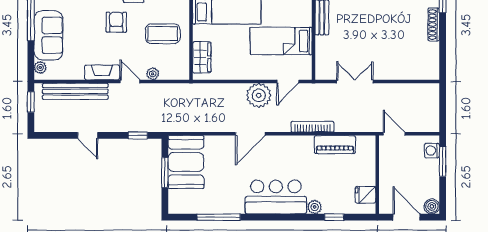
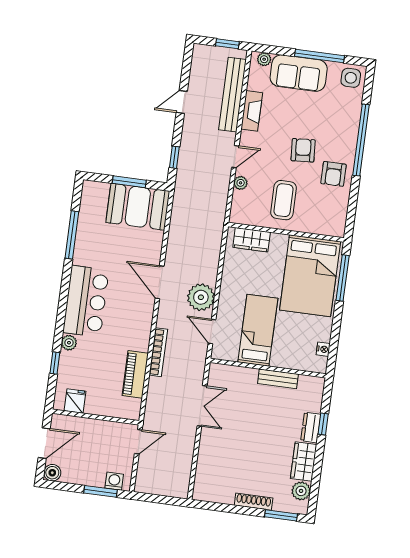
armchair: (116, 22) -> (303, 150), turned -94
fireplace: (102, 72) -> (252, 111), moved

